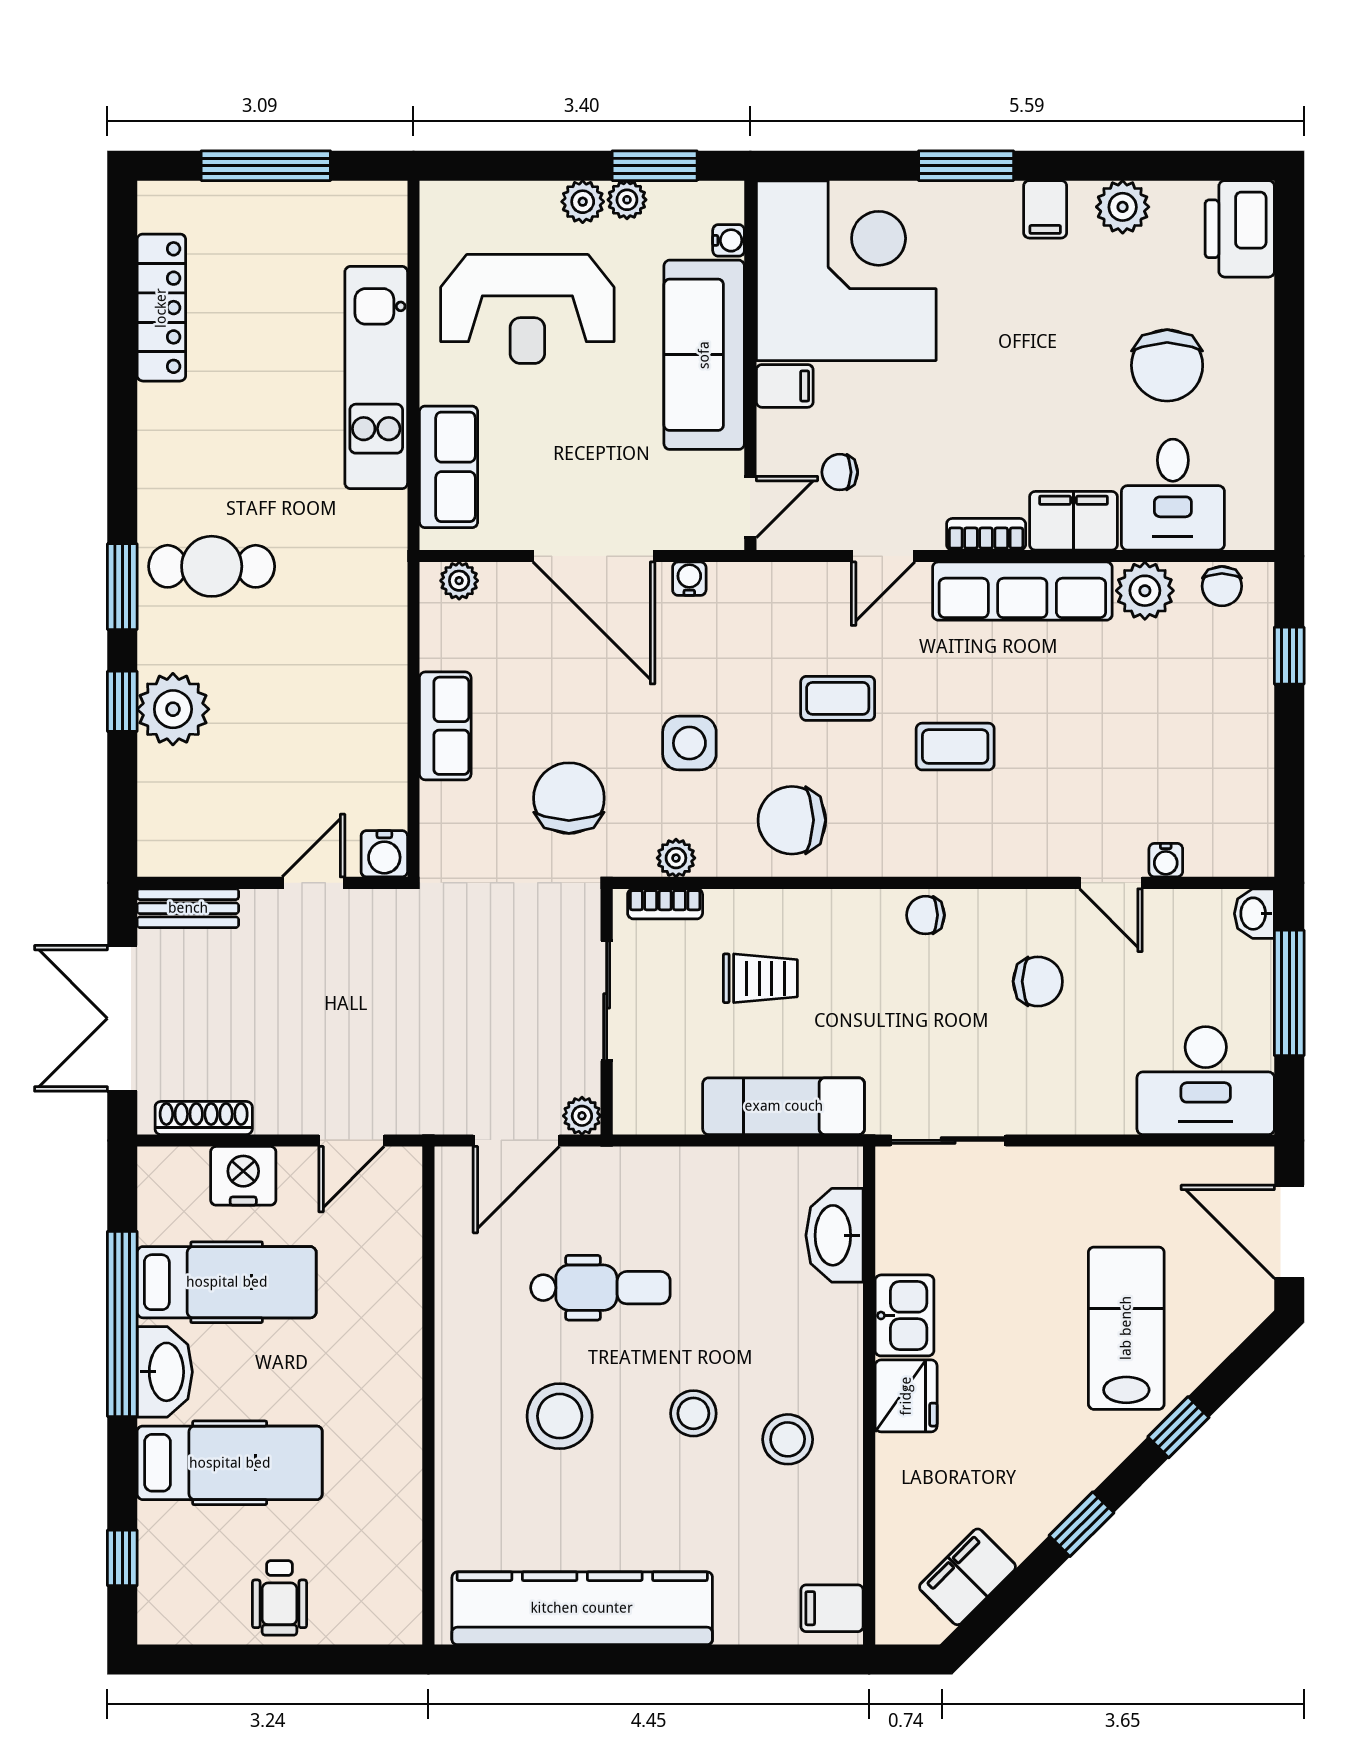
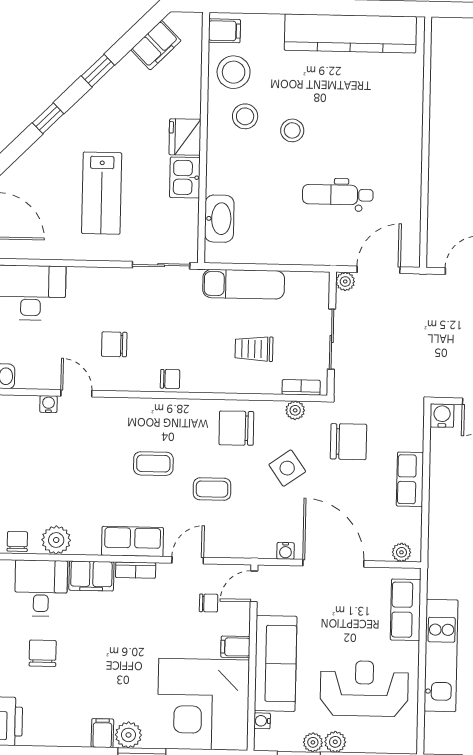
plant: (1123, 207) -> (128, 735), moved
chair: (1167, 365) -> (43, 653), width x0.73, depth x0.73
row of seats: (1022, 591) -> (133, 541), width x0.68
side table: (689, 743) -> (287, 468), turned -35
chair: (569, 798) -> (348, 442), turned -90
chair: (792, 820) -> (236, 428), turned 180
lab bench: (1126, 1328) -> (102, 193), moved
stool: (560, 1416) -> (234, 72), moved

